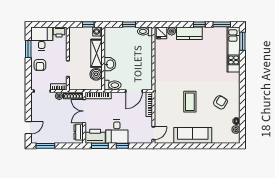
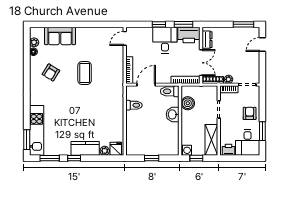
toilet: (145, 31) -> (134, 105), moved
shelving: (96, 53) -> (211, 140), moved
sofa: (193, 135) -> (60, 36), moved, width x0.73

